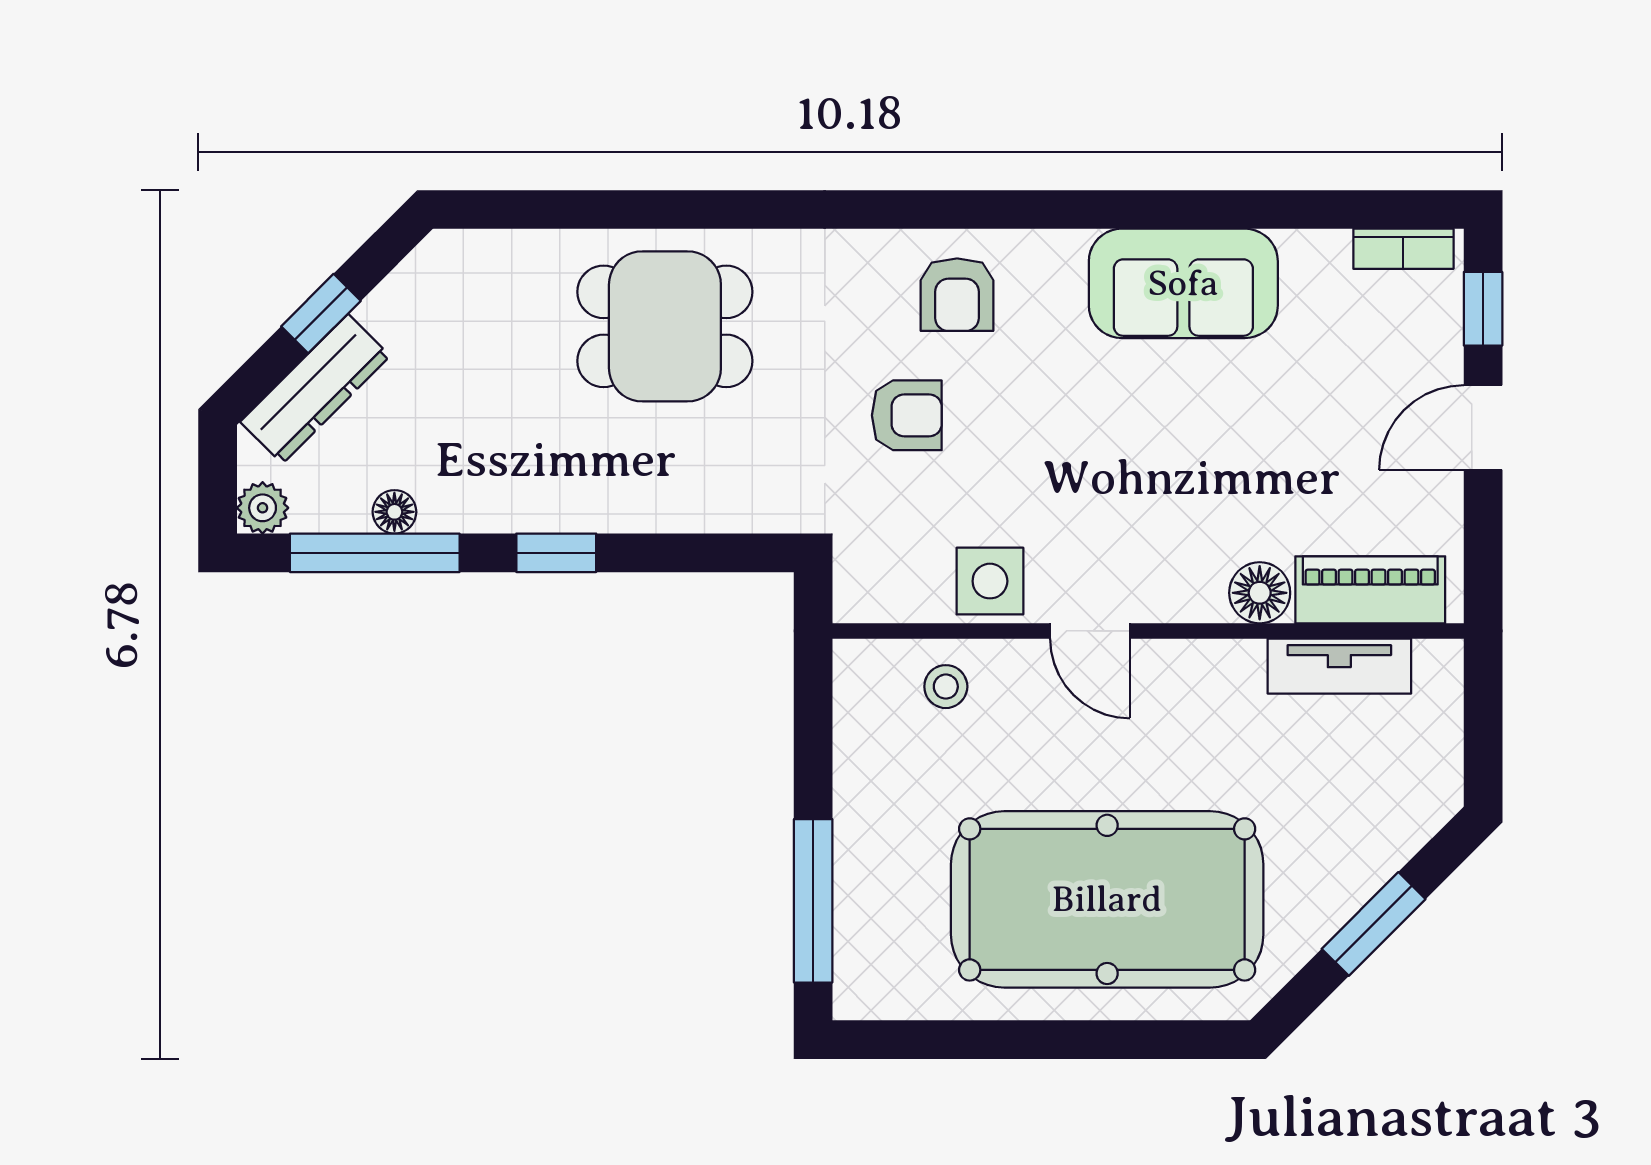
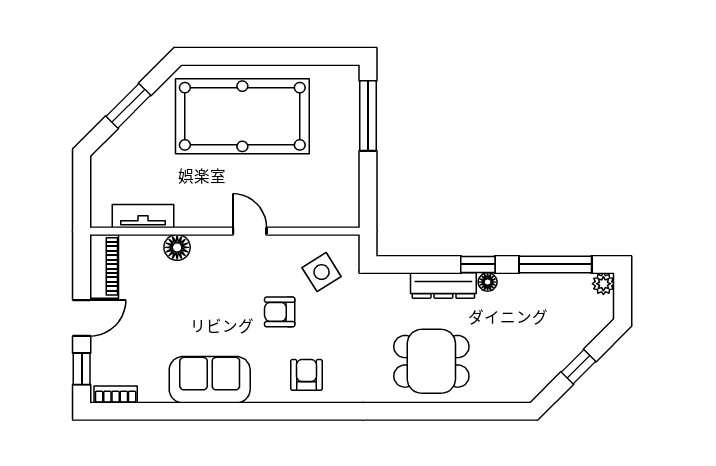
dresser: (315, 389) -> (443, 285), moved, turned -135
armchair: (907, 415) -> (280, 312), moved
floor lamp: (394, 512) -> (488, 282), moved
side table: (990, 581) -> (322, 272), moved, turned -32
piano: (1370, 590) -> (104, 266), moved, turned -90
stool: (946, 687) -> (311, 207), removed

